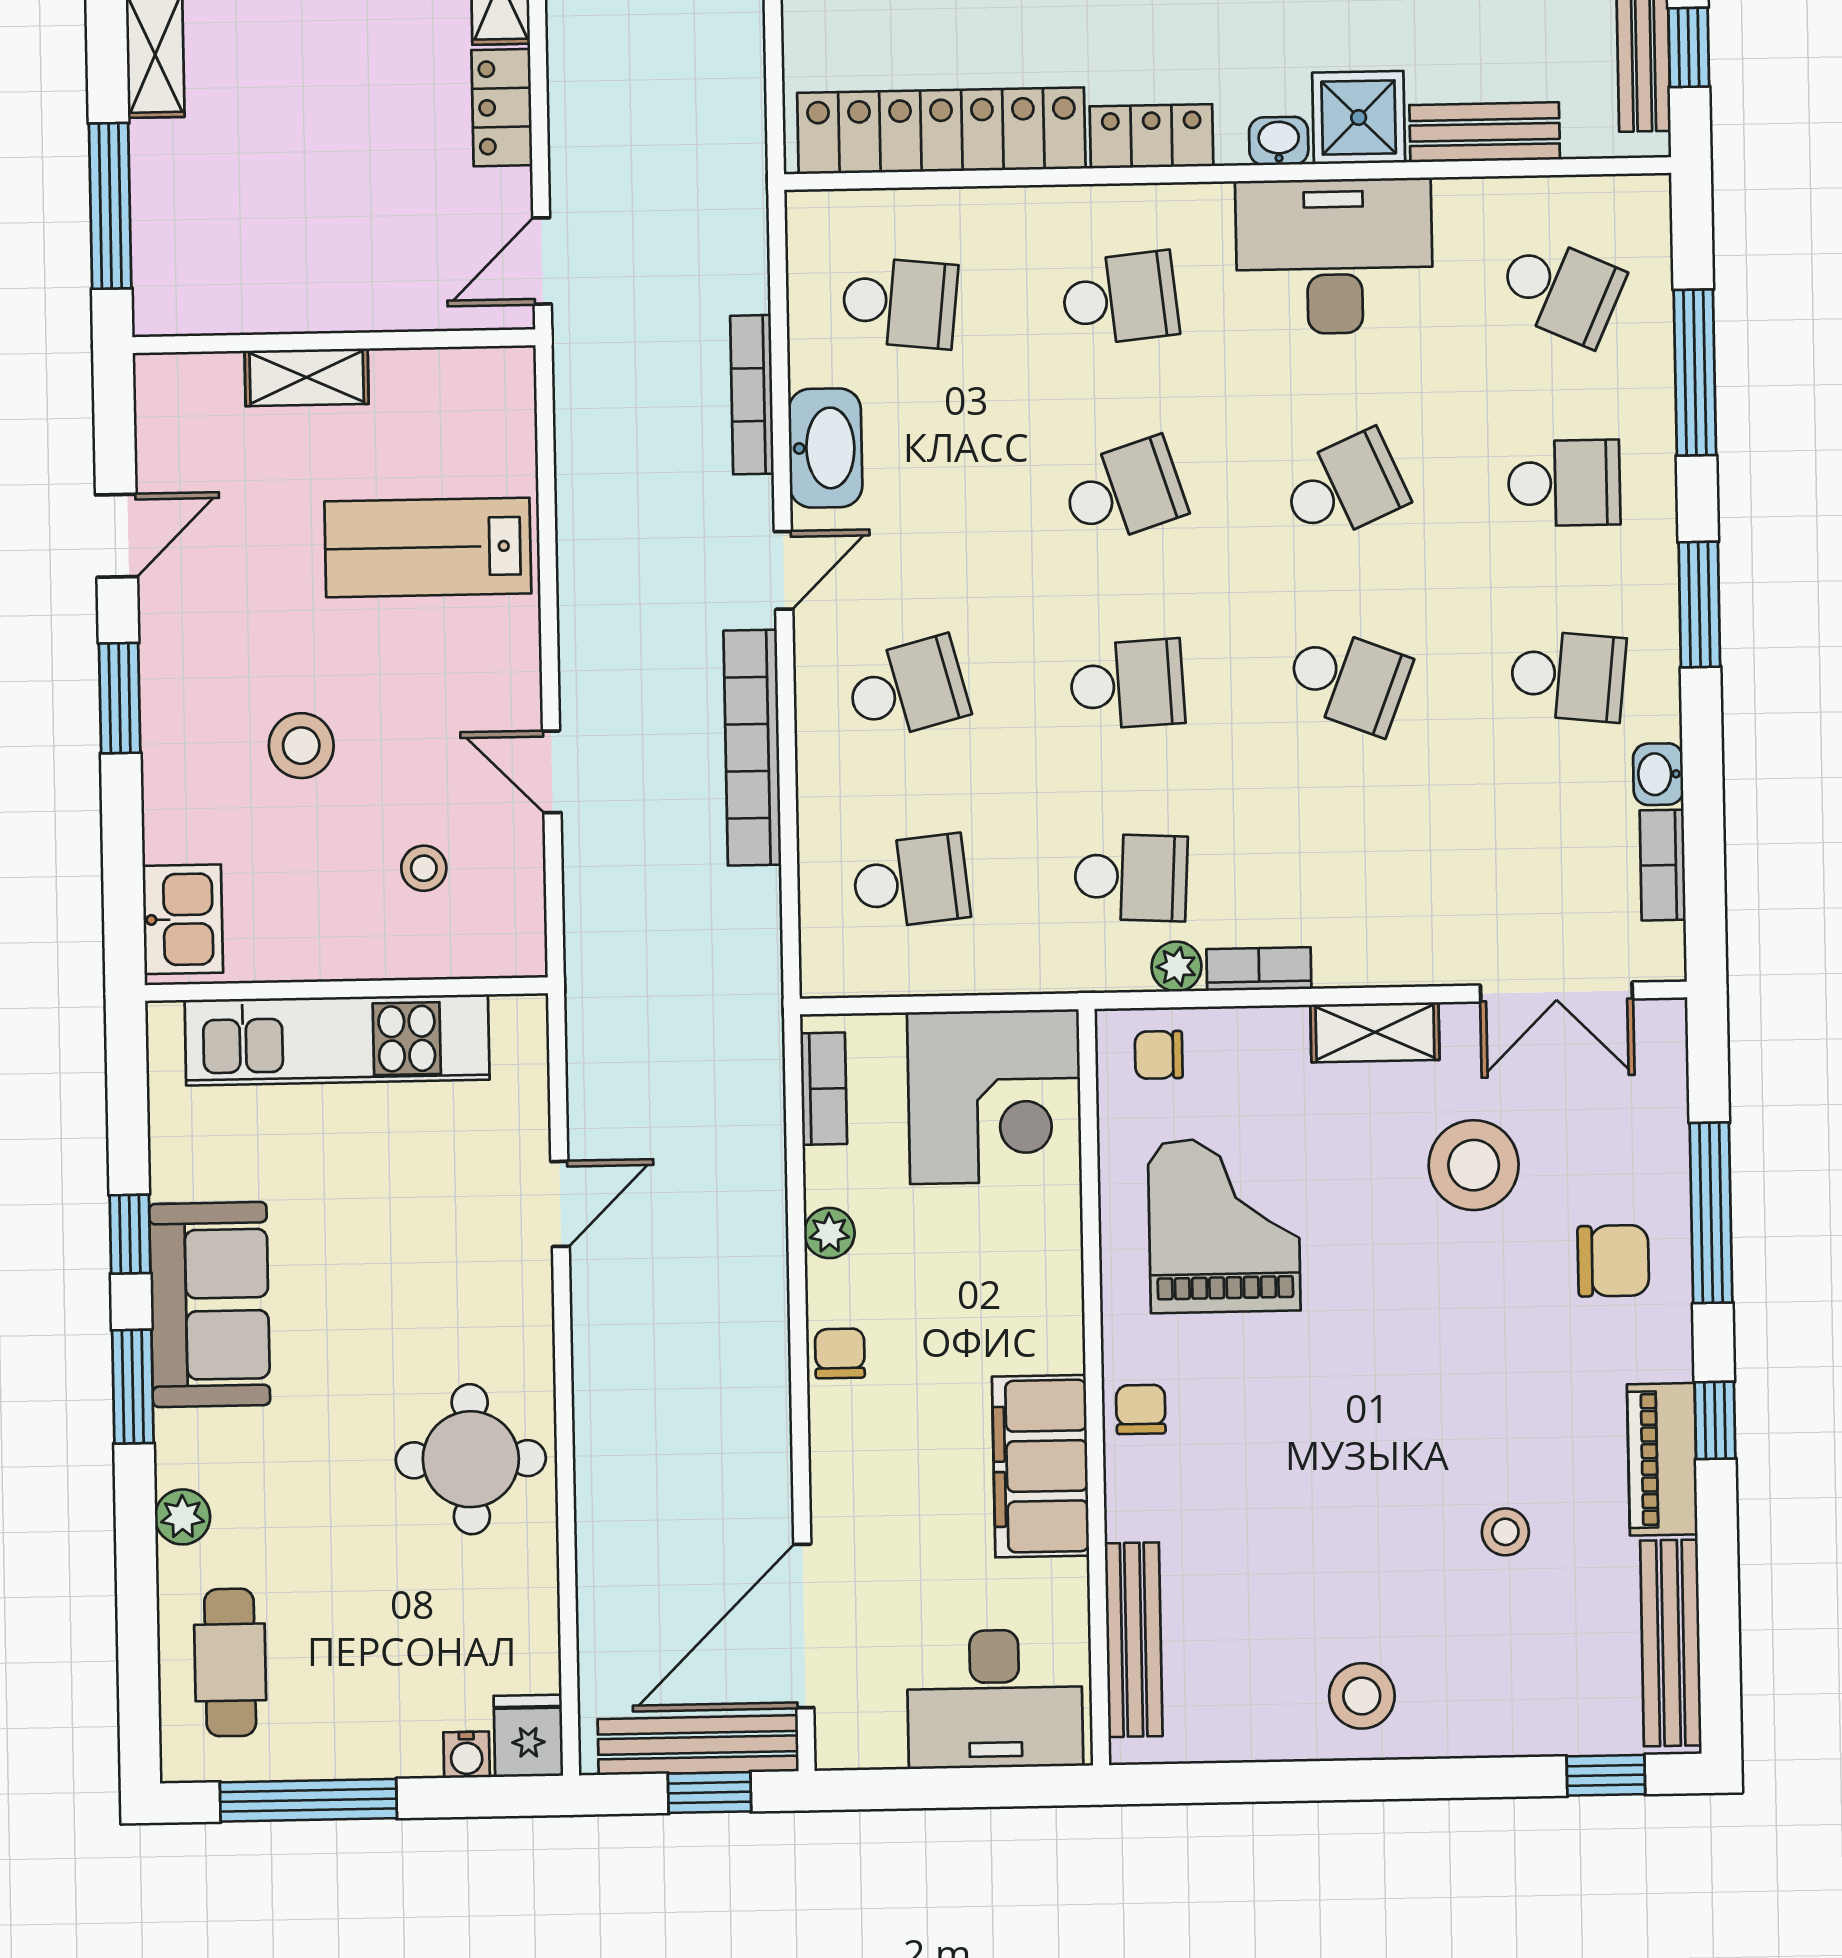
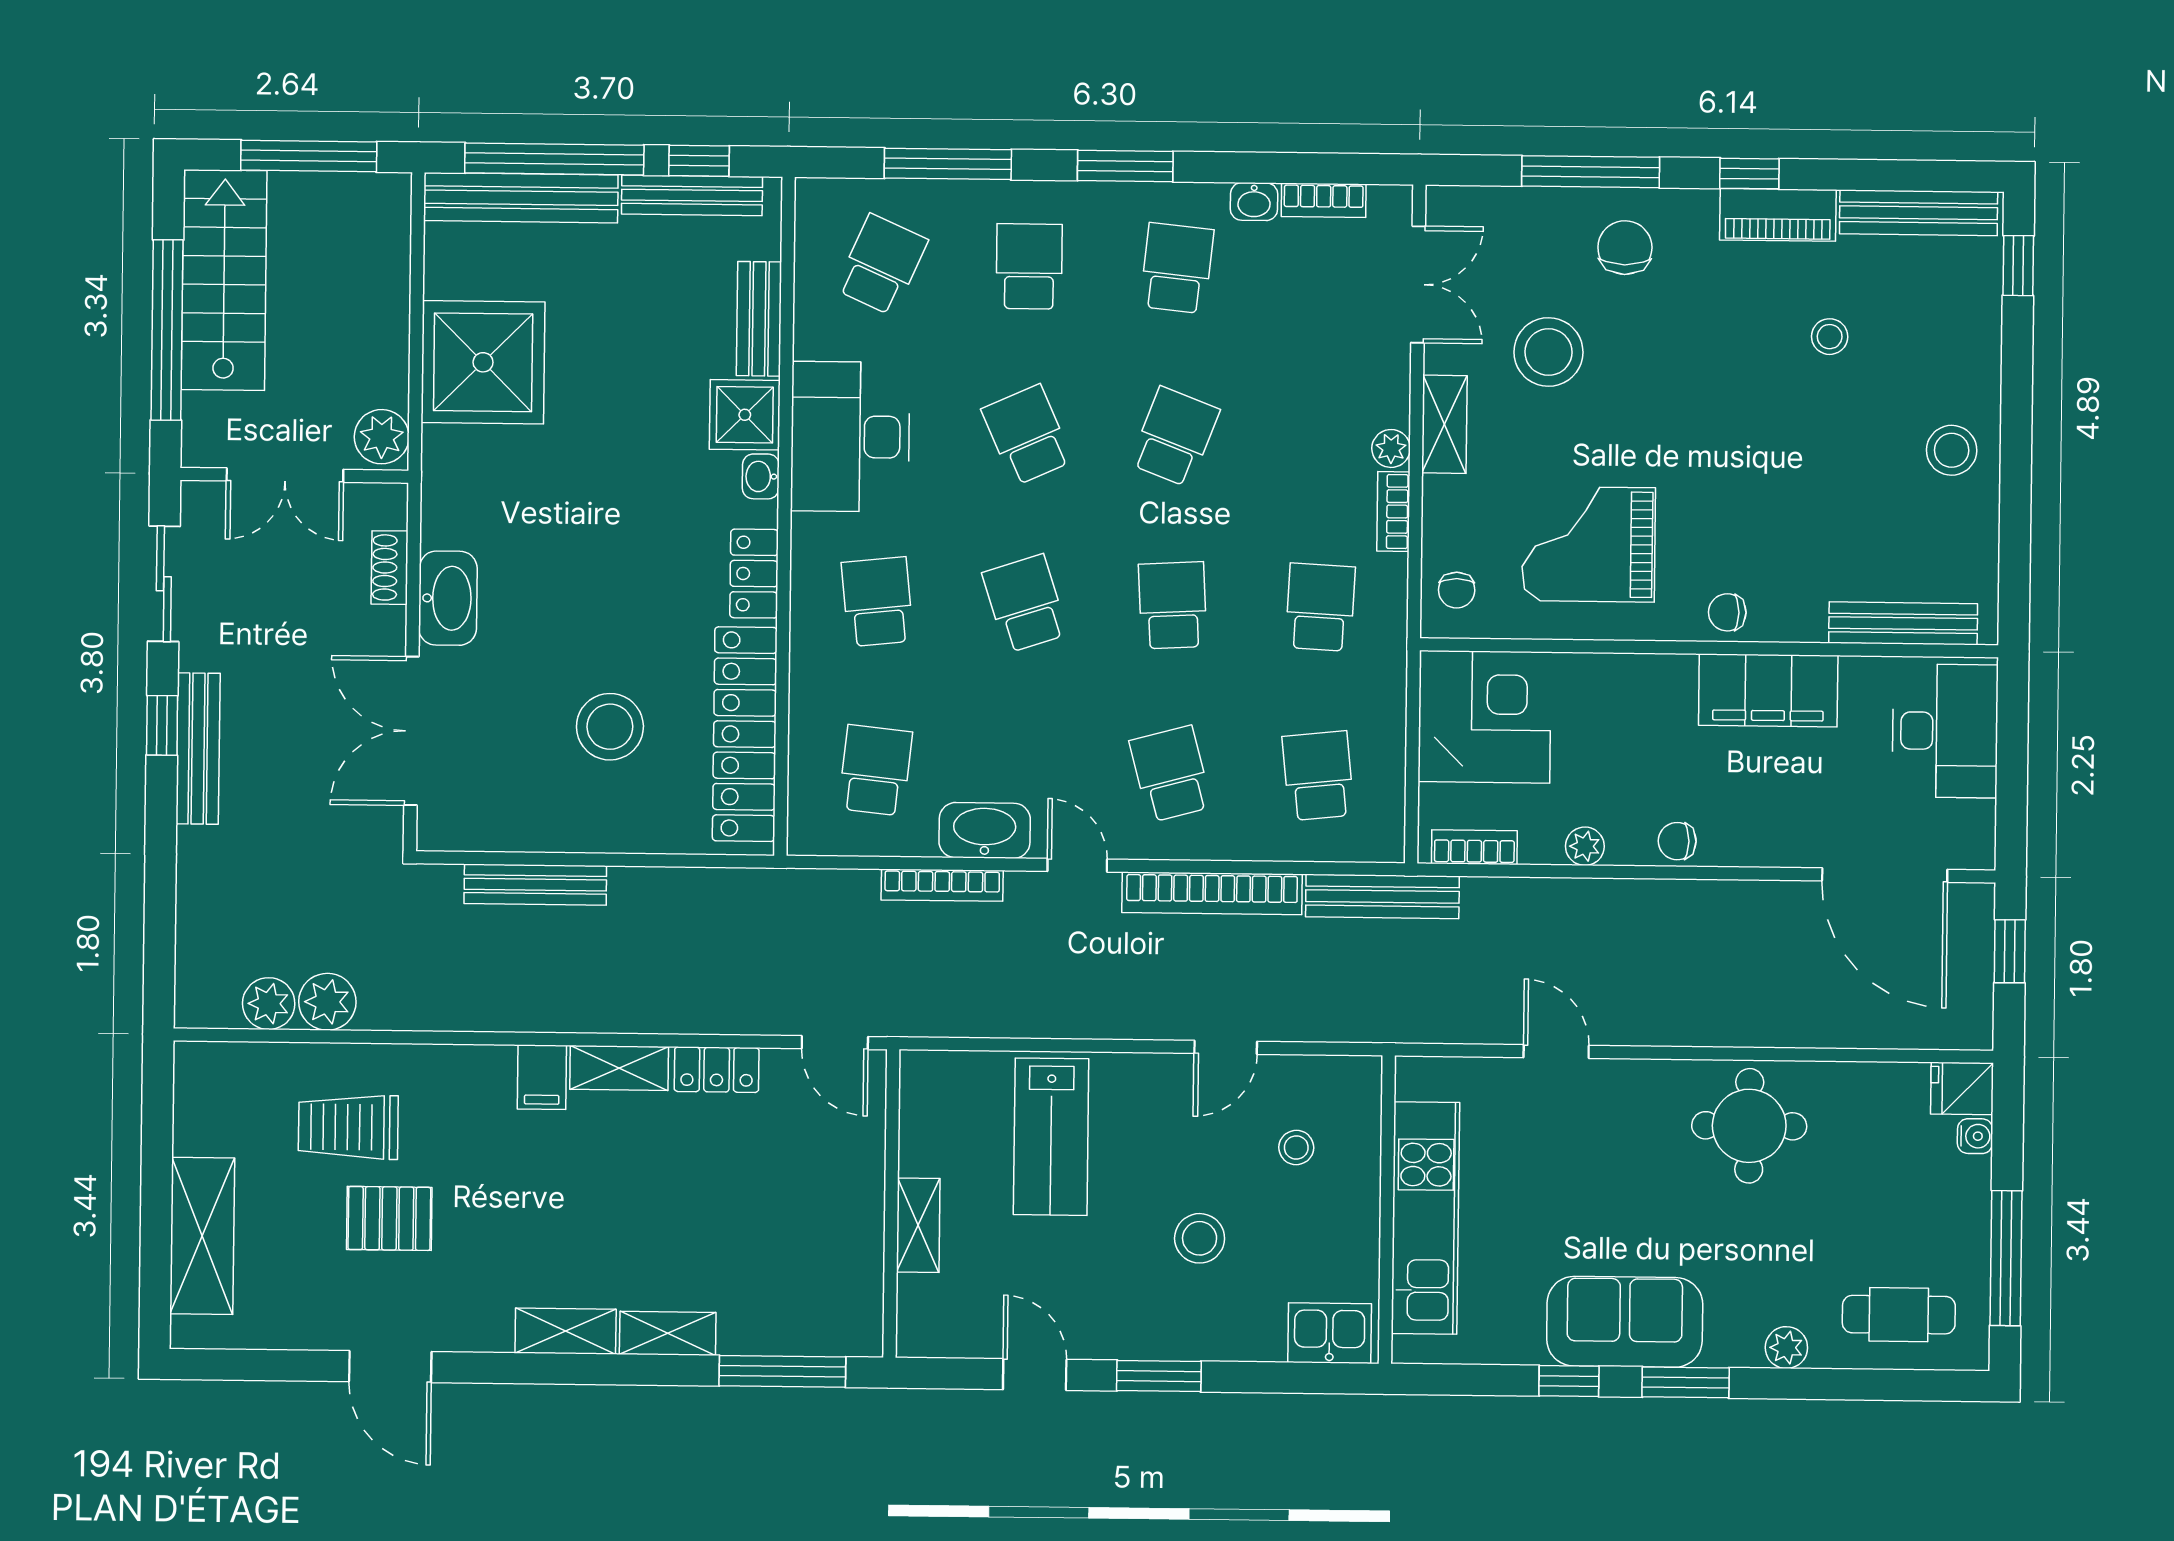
plant: (1177, 967) -> (1391, 448), moved
bench: (698, 1745) -> (1382, 896), moved, turned 90

